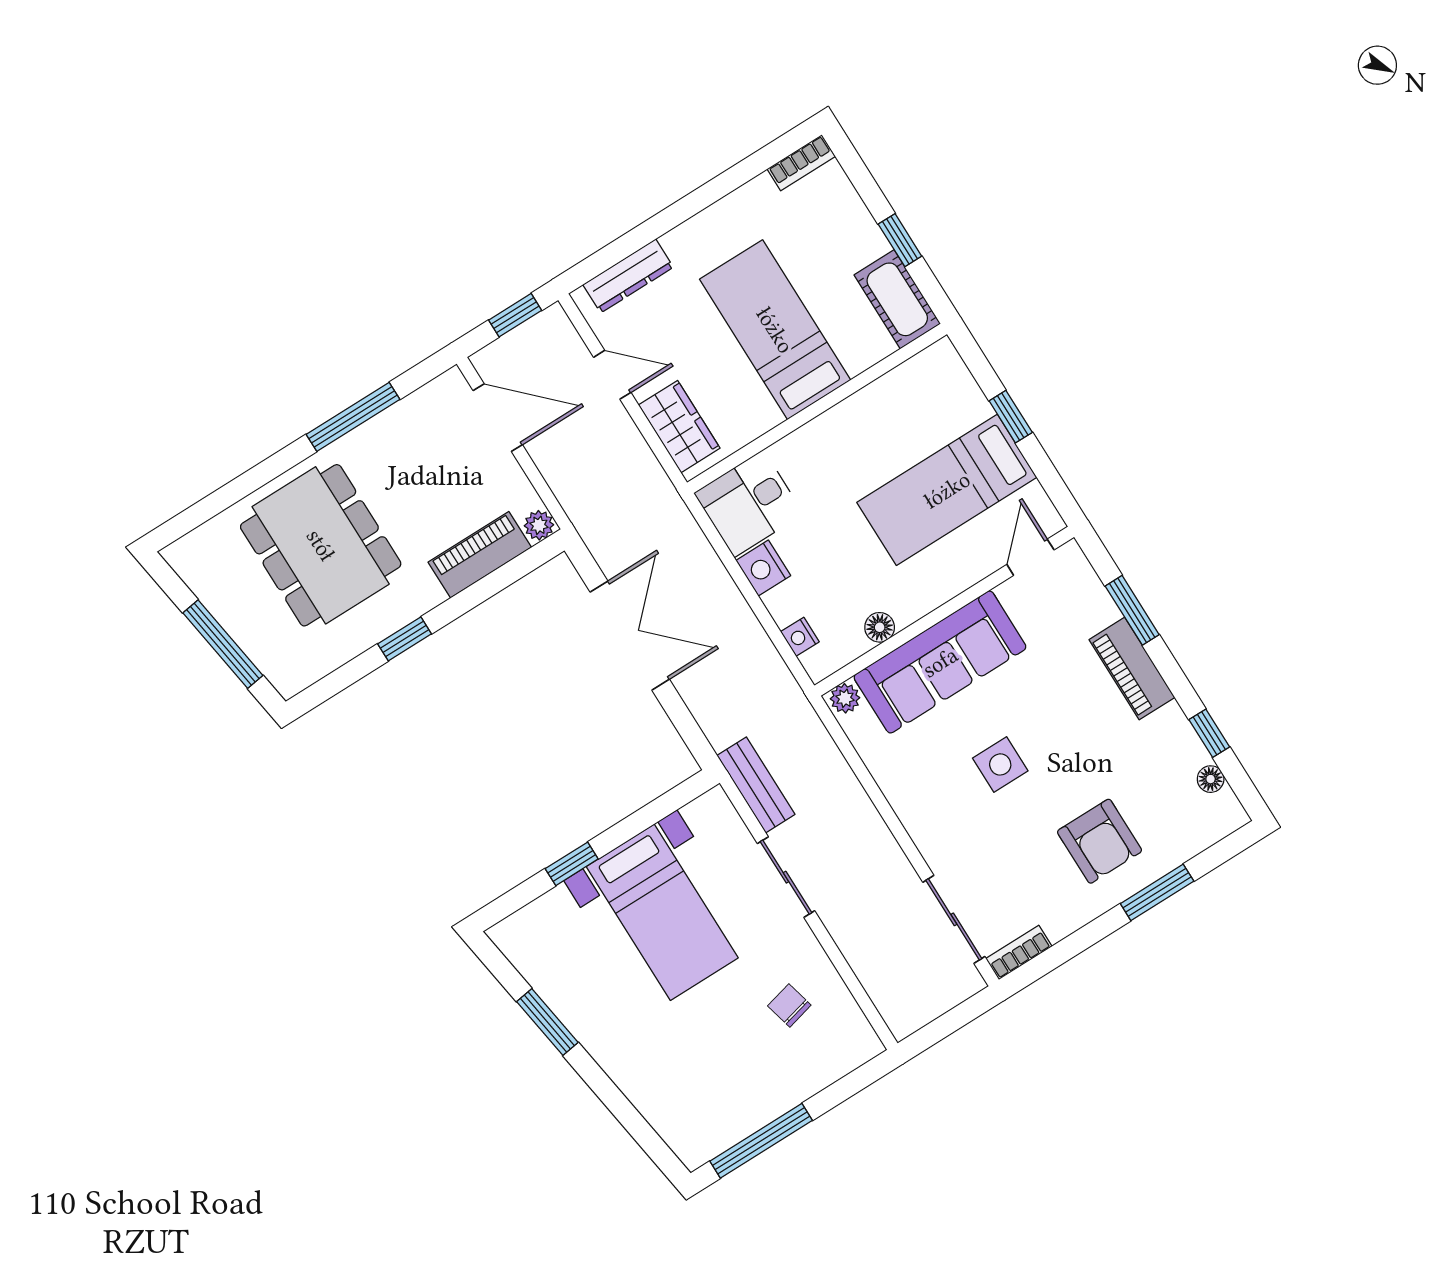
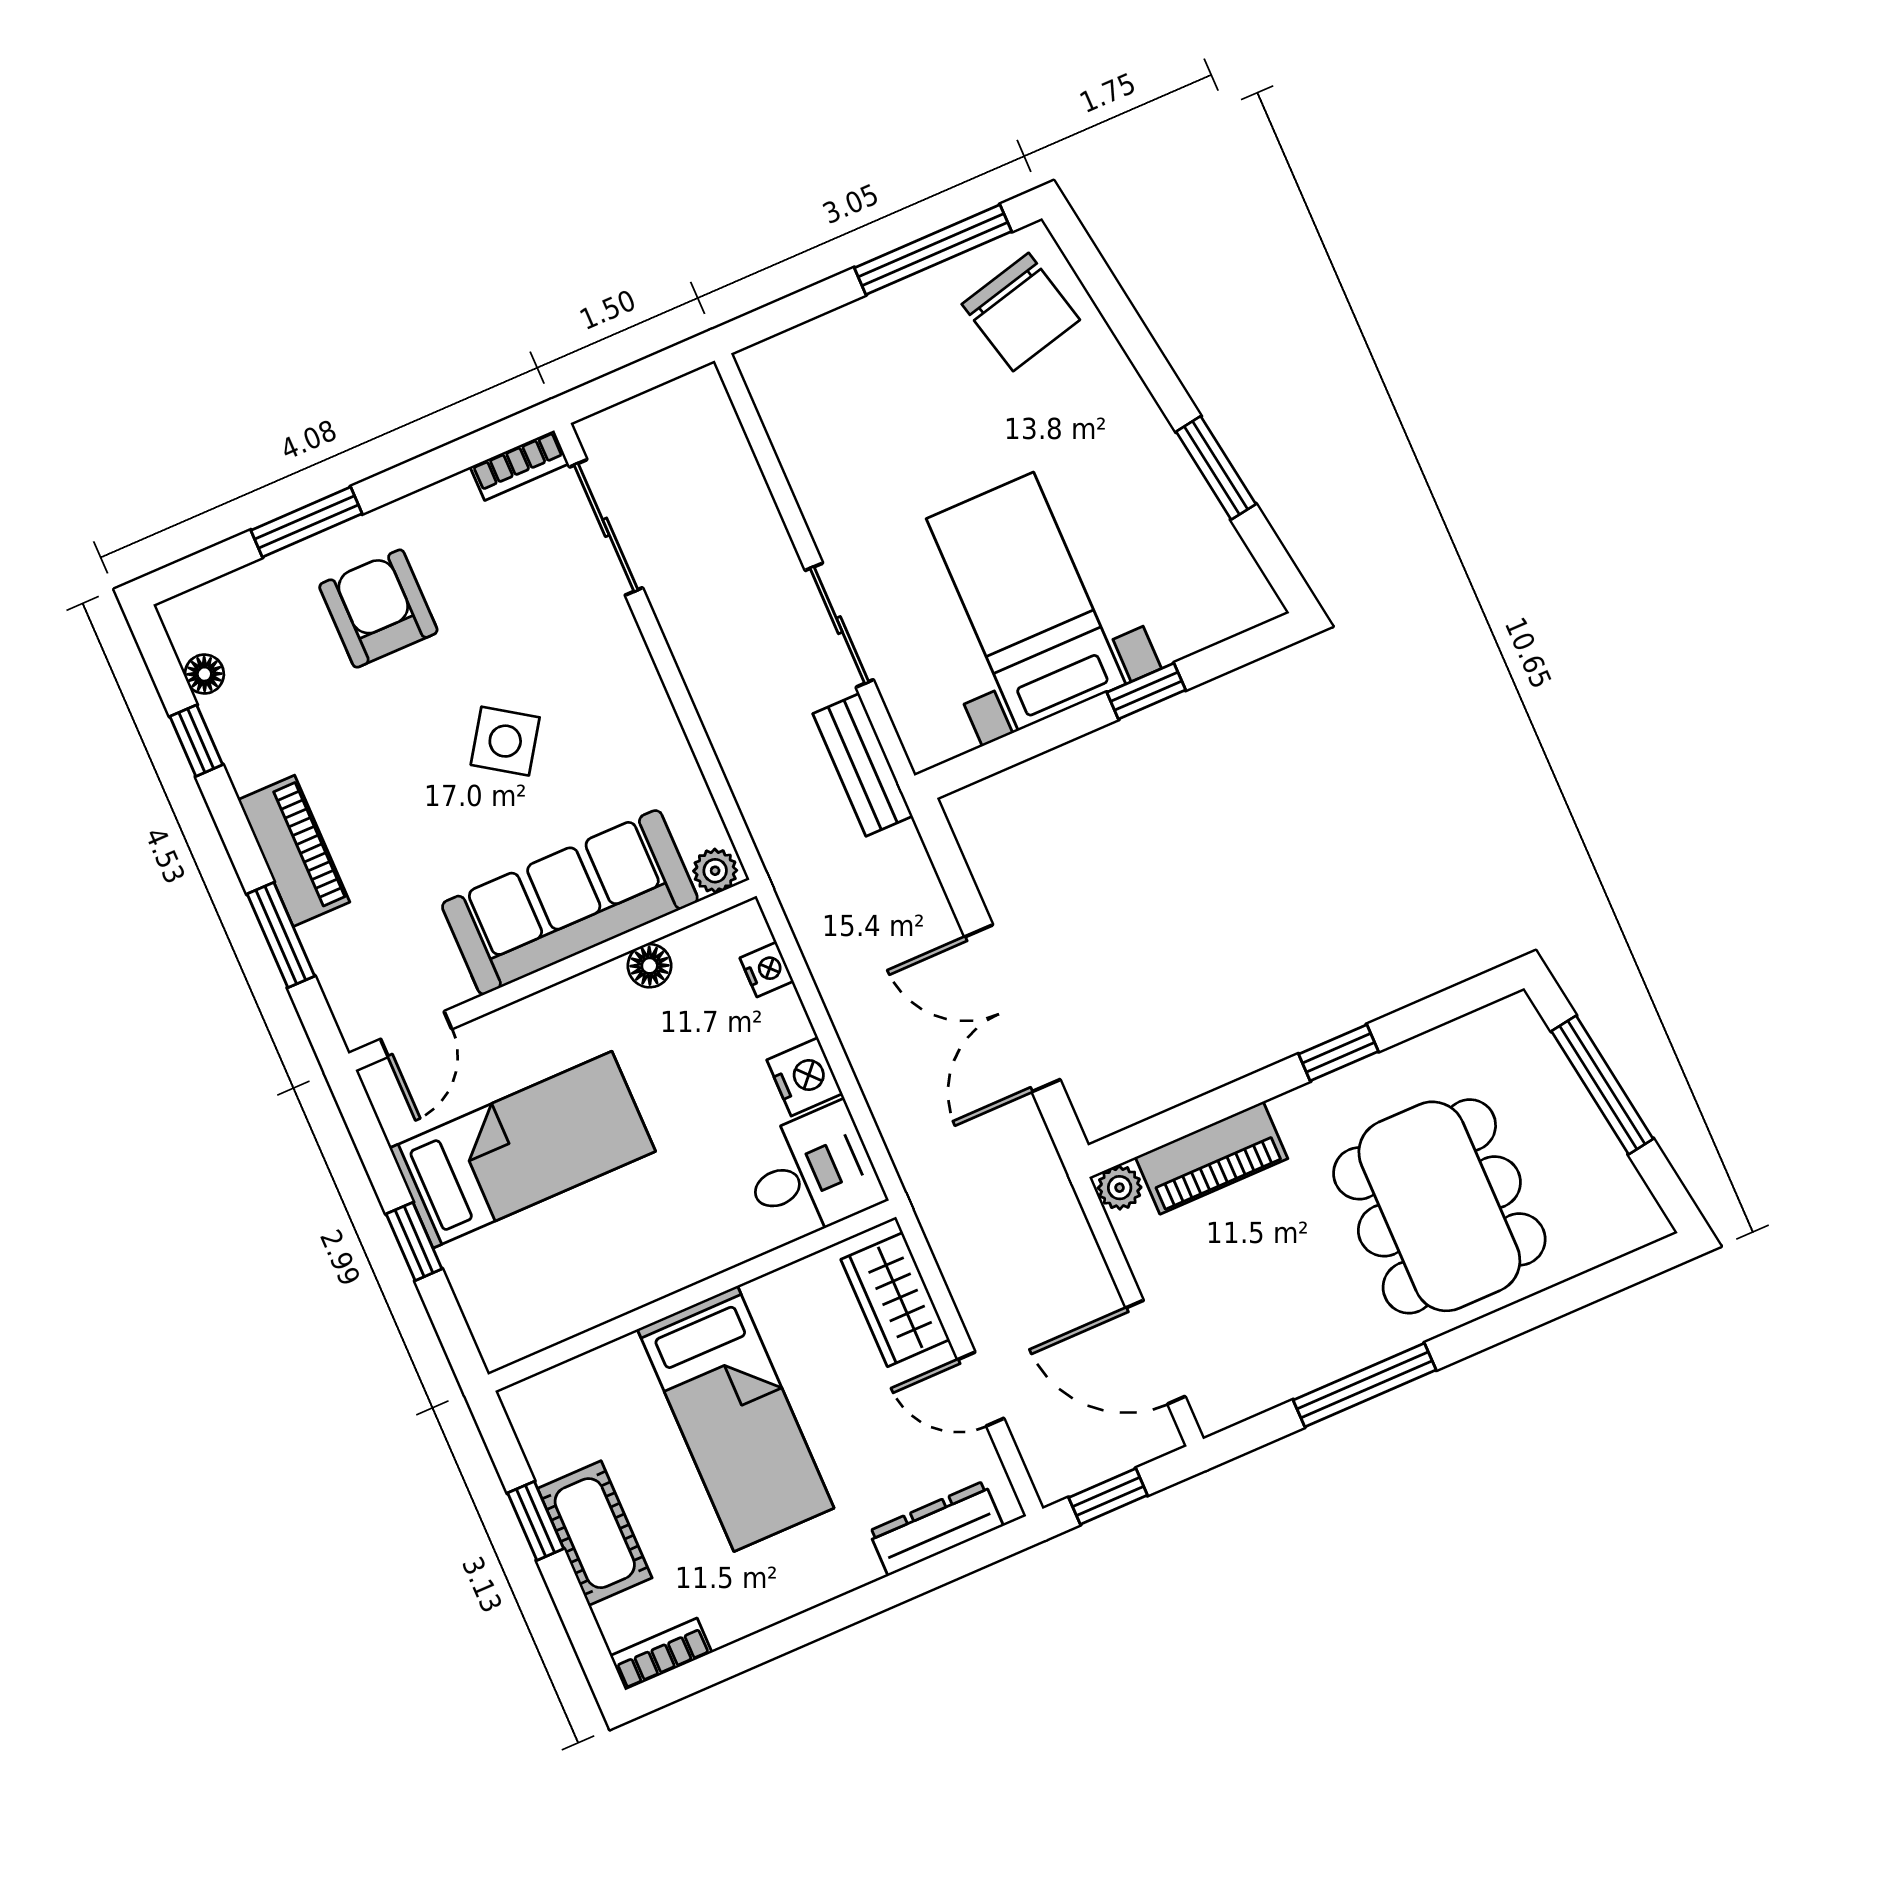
cot: (897, 299) -> (595, 1533), moved
side table: (1000, 764) -> (505, 741), turned 34
chair: (789, 1005) -> (1021, 312), moved, width x1.87, depth x1.87

